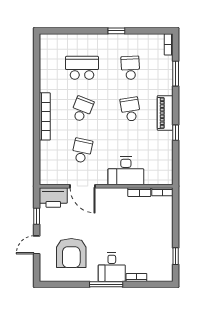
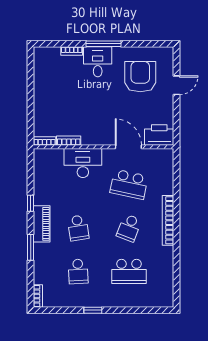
window: (176, 74) -> (31, 247), moved
school desk: (82, 151) -> (129, 184), width x1.85
window: (37, 216) -> (177, 115), removed
window: (176, 256) -> (31, 73), removed

